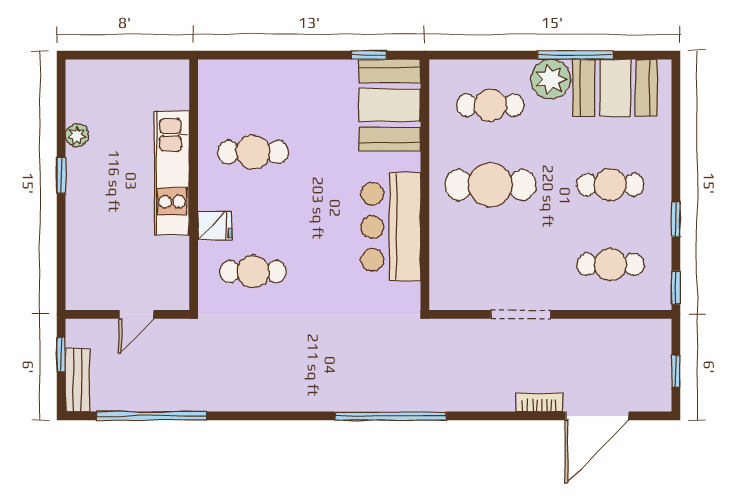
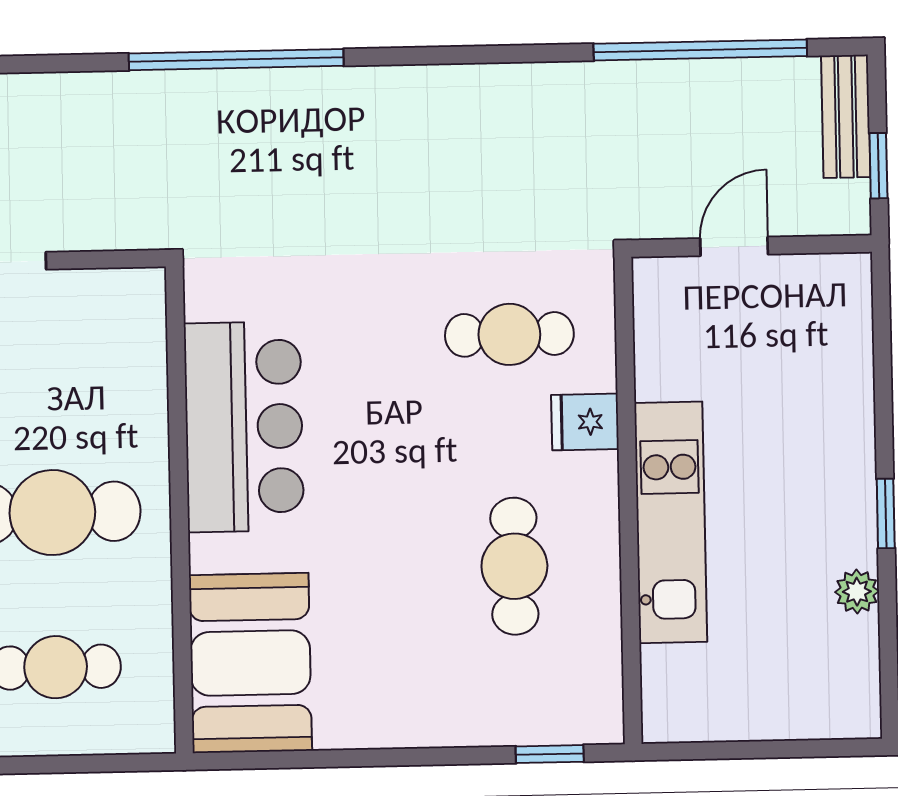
window: (369, 55) -> (550, 754), moved
cafe table: (253, 152) -> (514, 566), turned 90

